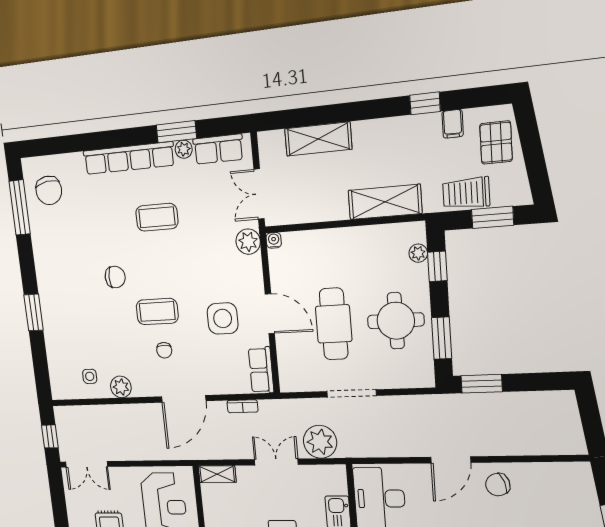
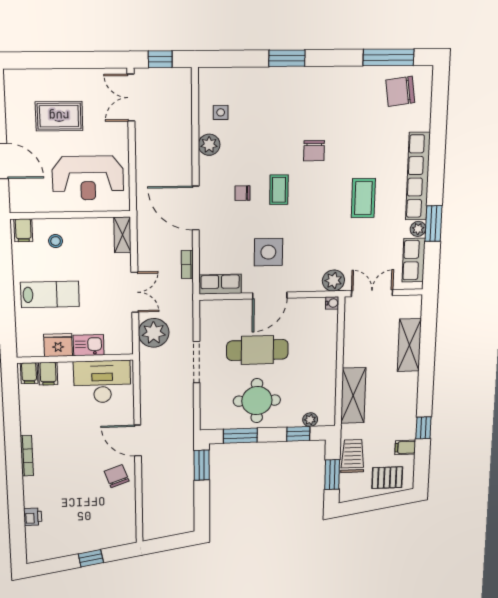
coffee table: (157, 312) -> (279, 190), width x0.73, depth x0.77

